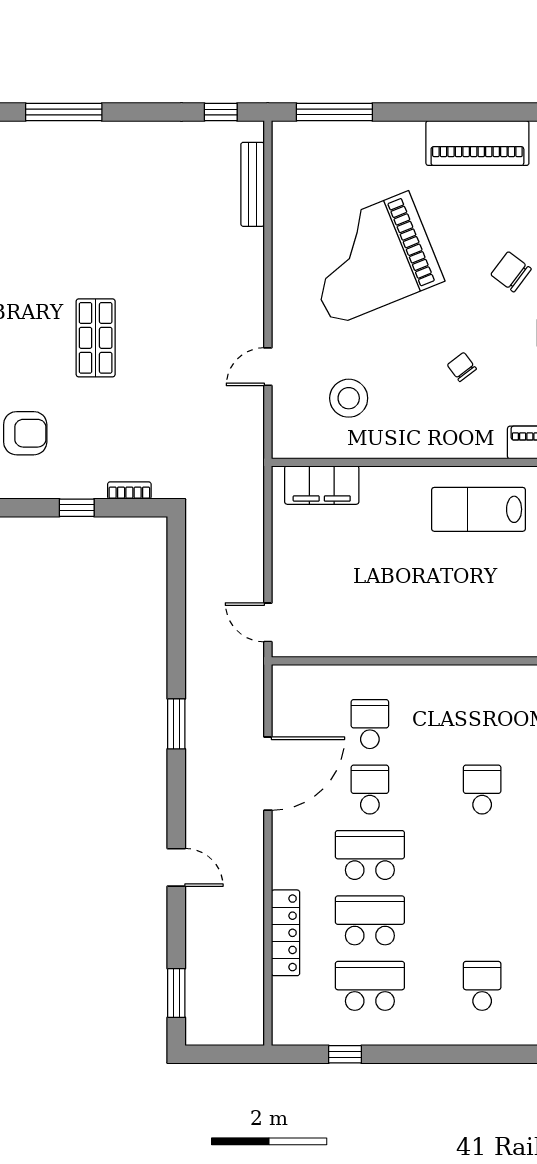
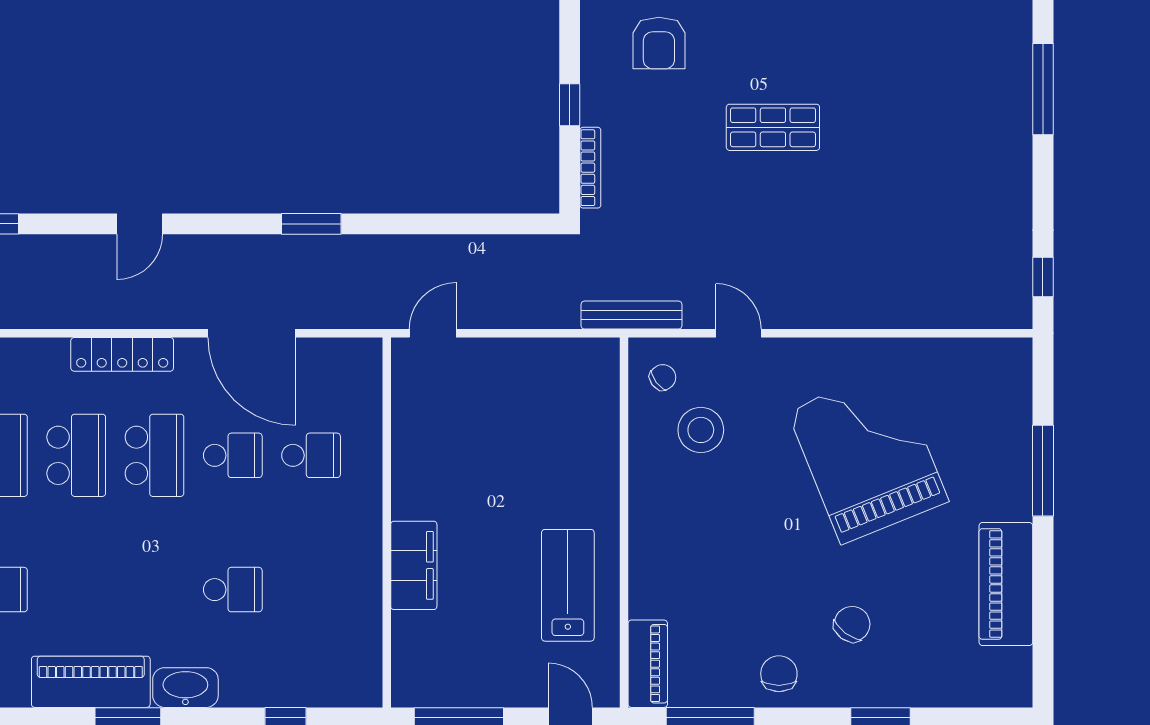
window: (334, 112) -> (1043, 471), moved
bench: (253, 184) -> (632, 315), moved
chair: (462, 367) -> (663, 377), moved
filing cabinet: (322, 485) -> (414, 565), moved, turned 180
bookcase: (129, 491) -> (590, 168), width x1.56
locker: (285, 933) -> (122, 354), moved

